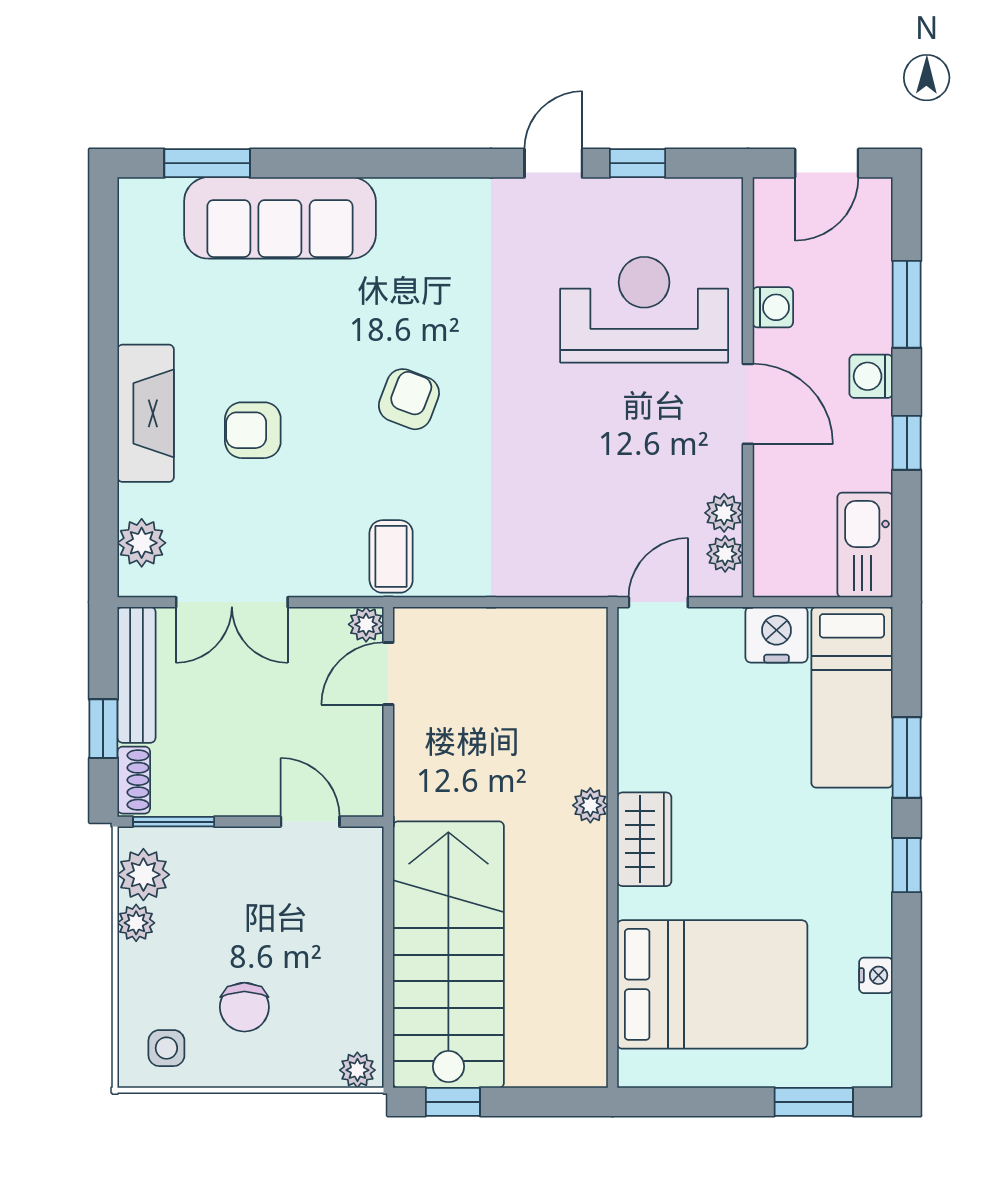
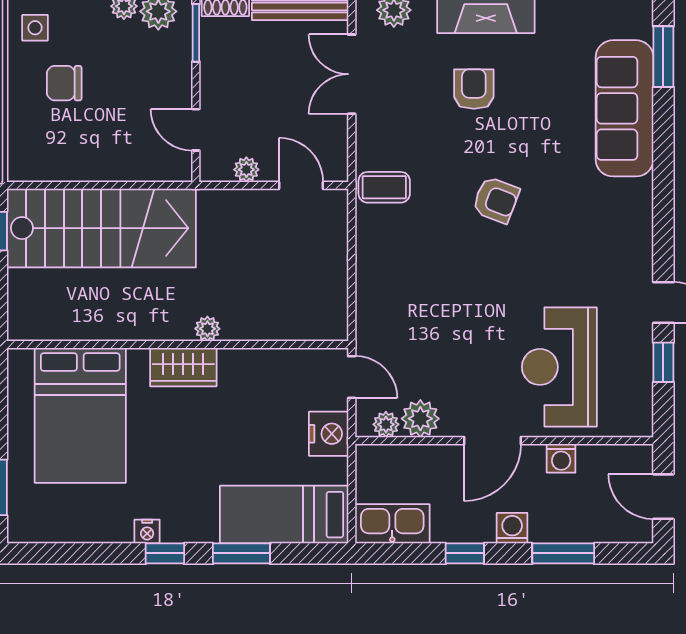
reception desk: (644, 310) -> (559, 367), turned 180
plant: (724, 513) -> (420, 419), width x1.38, depth x1.38
plant: (366, 624) -> (246, 170), moved
nightstand: (776, 635) -> (329, 434), moved
door: (310, 822) -> (196, 130), swing flipped
nightstand: (876, 975) -> (147, 532), moved
plant: (357, 1070) -> (19, 163), removed

